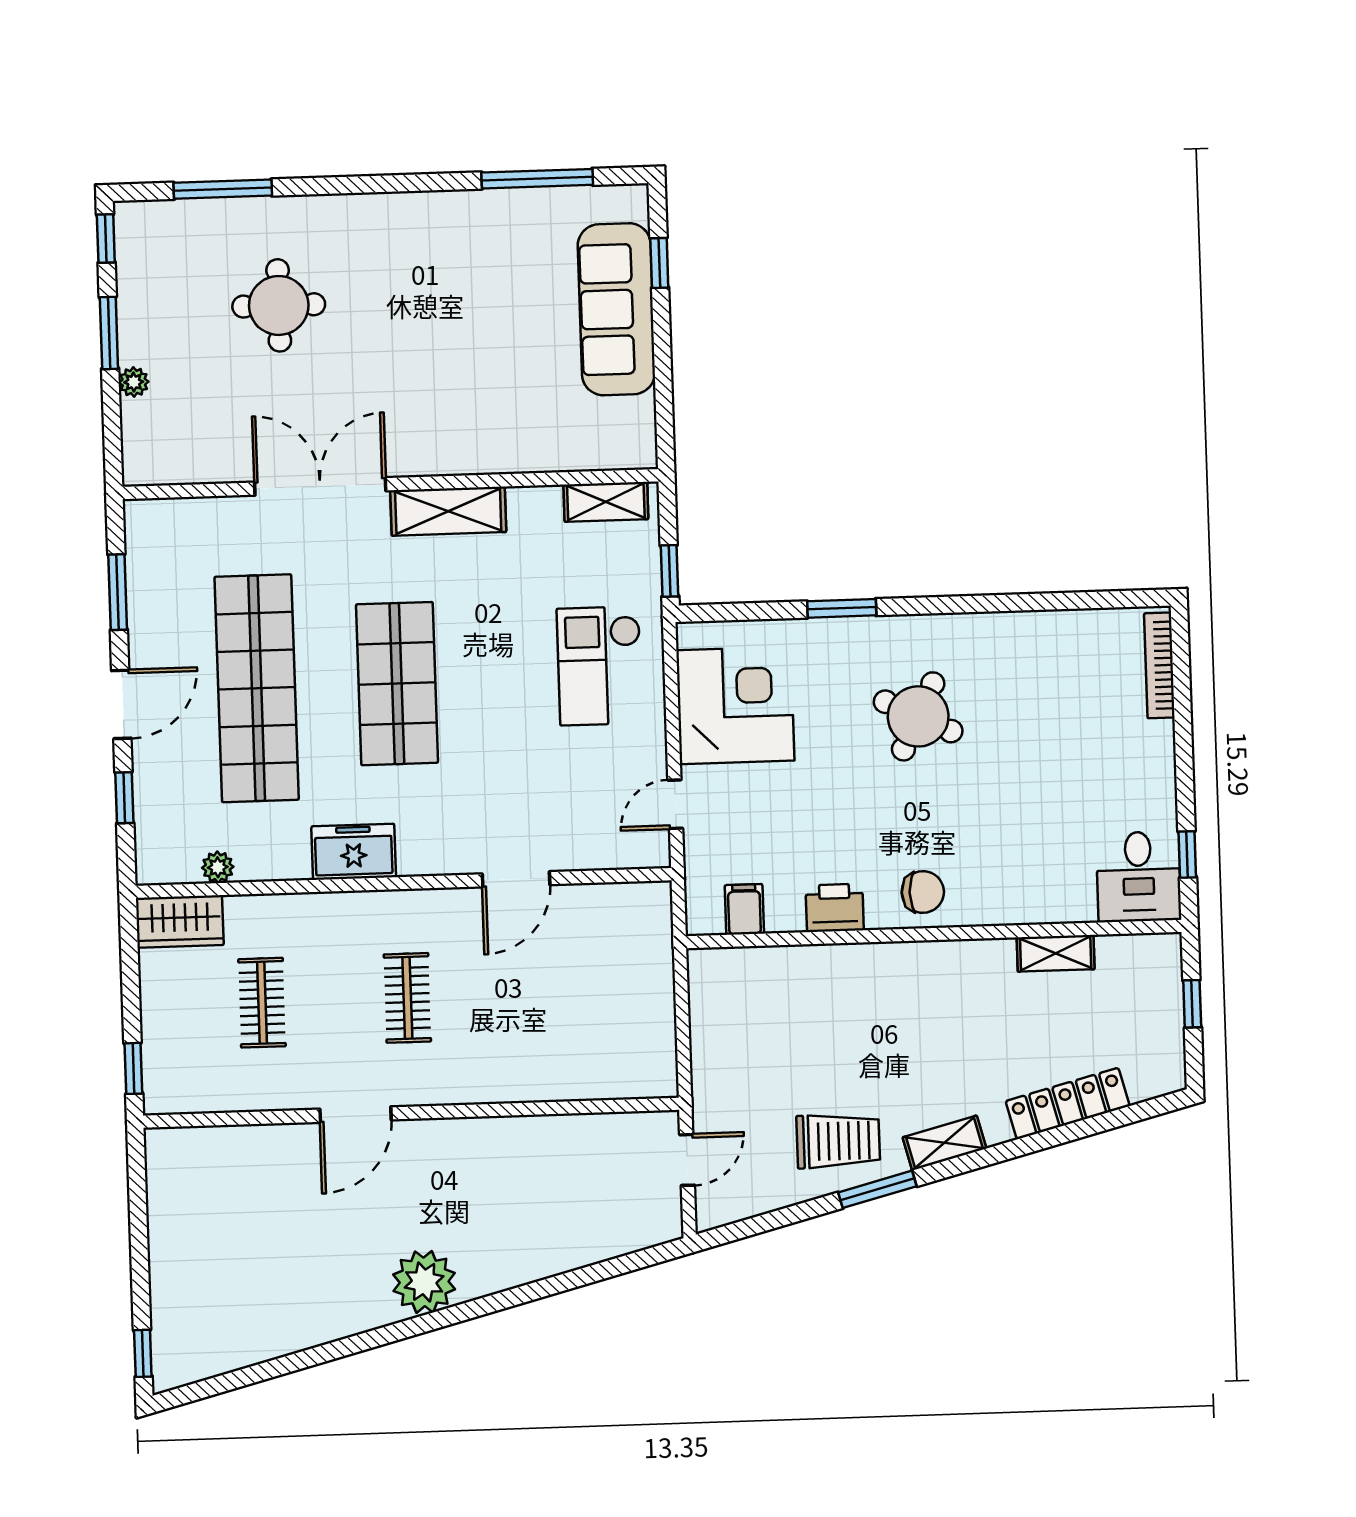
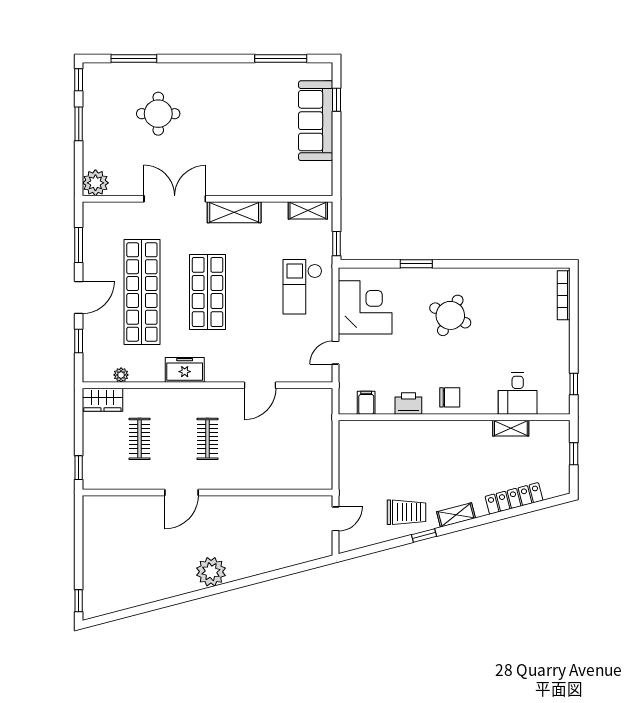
plant: (134, 382) -> (95, 183), moved, width x1.87, depth x1.87
desk: (1139, 877) -> (518, 394), moved
window: (877, 1189) -> (424, 535), width x0.67

